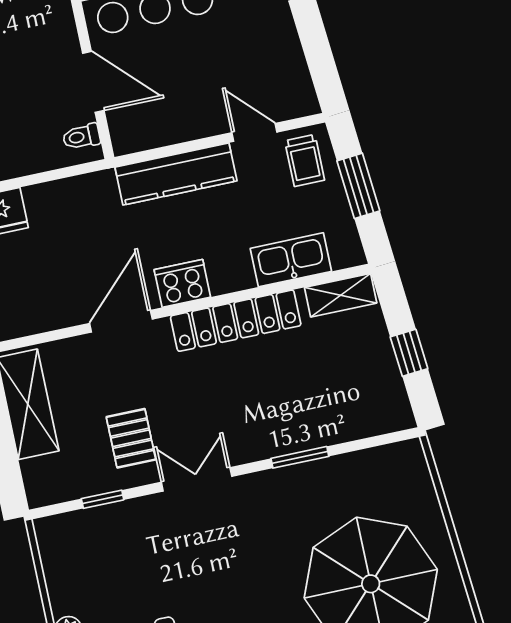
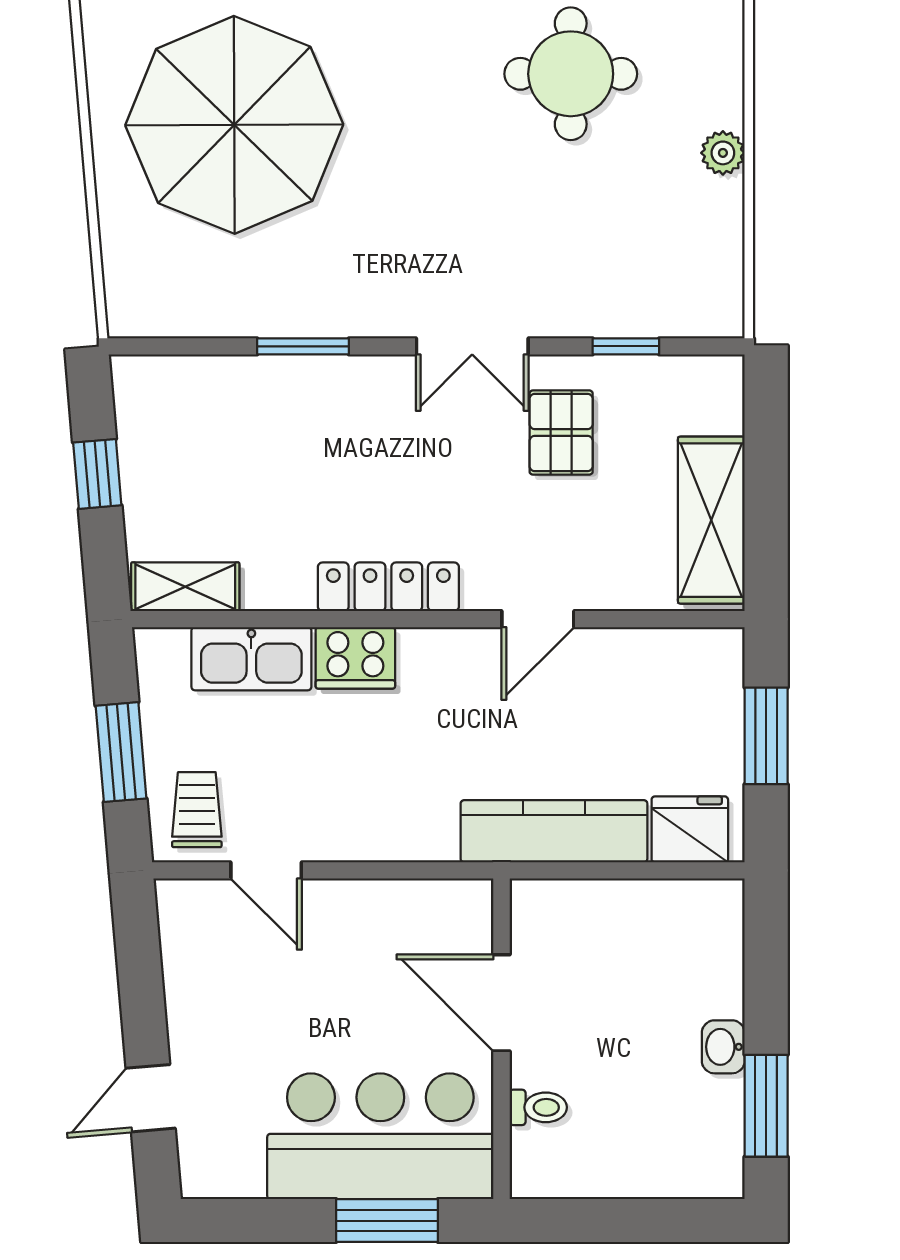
toilet: (81, 137) -> (538, 1107), moved
kitchen counter: (176, 174) -> (554, 831), moved
cooker: (182, 283) -> (355, 658), moved
door: (121, 321) -> (538, 619), width x0.73
locker: (236, 321) -> (388, 587), width x0.71, depth x0.83

